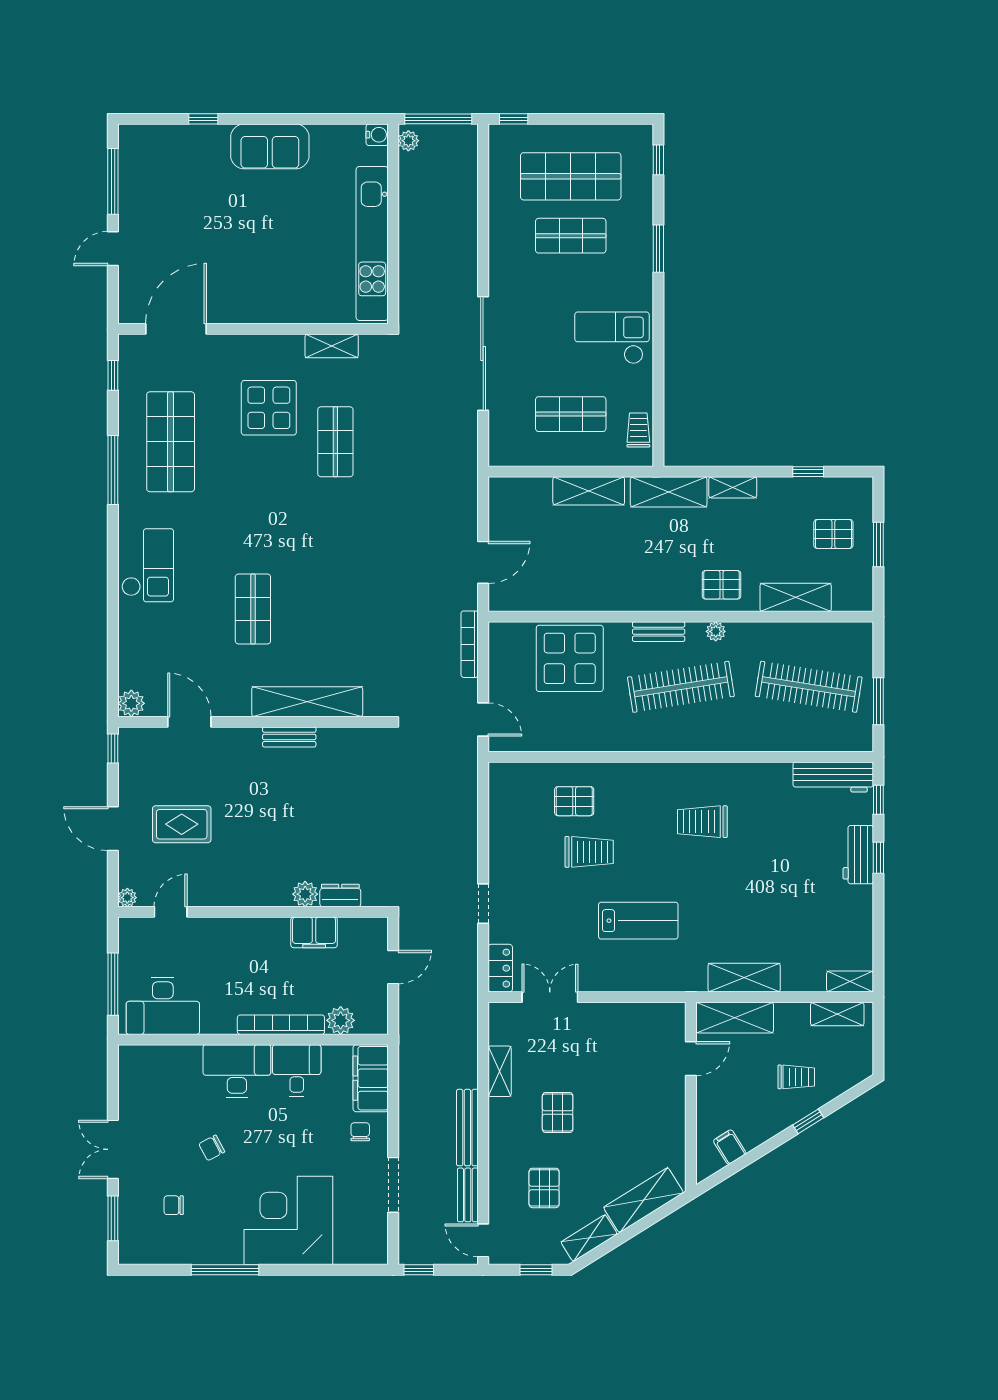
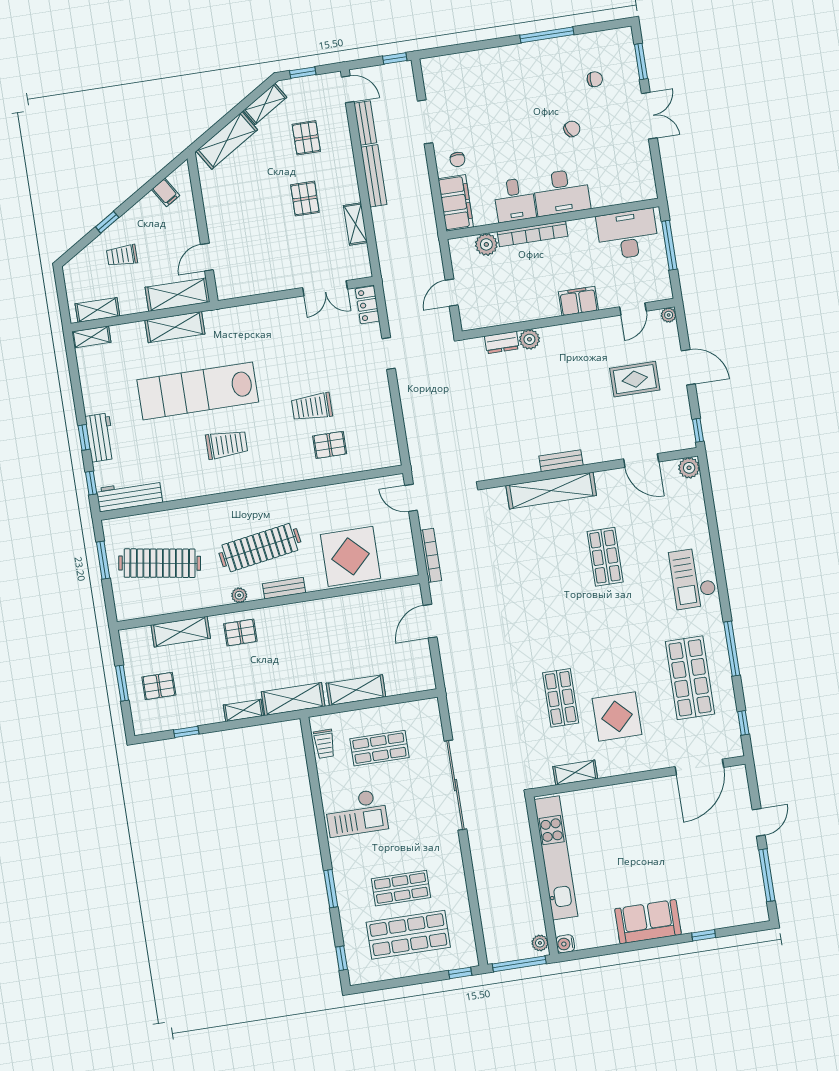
lab bench: (638, 921) -> (198, 391), moved, width x1.86, depth x1.39
filing cabinet: (314, 932) -> (578, 301), moved
corner desk: (288, 1220) -> (503, 81), removed

